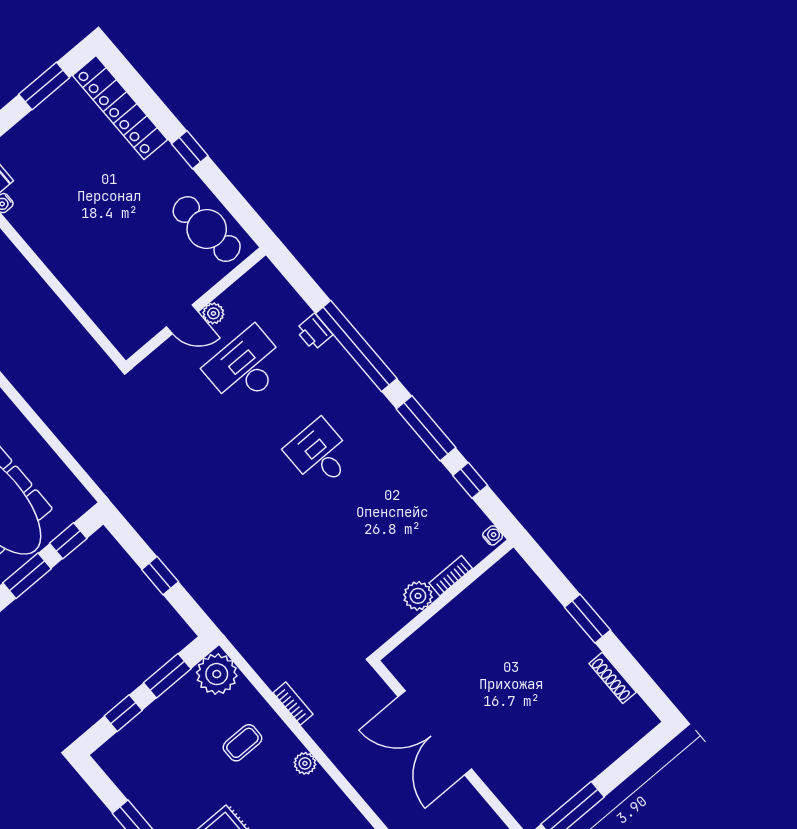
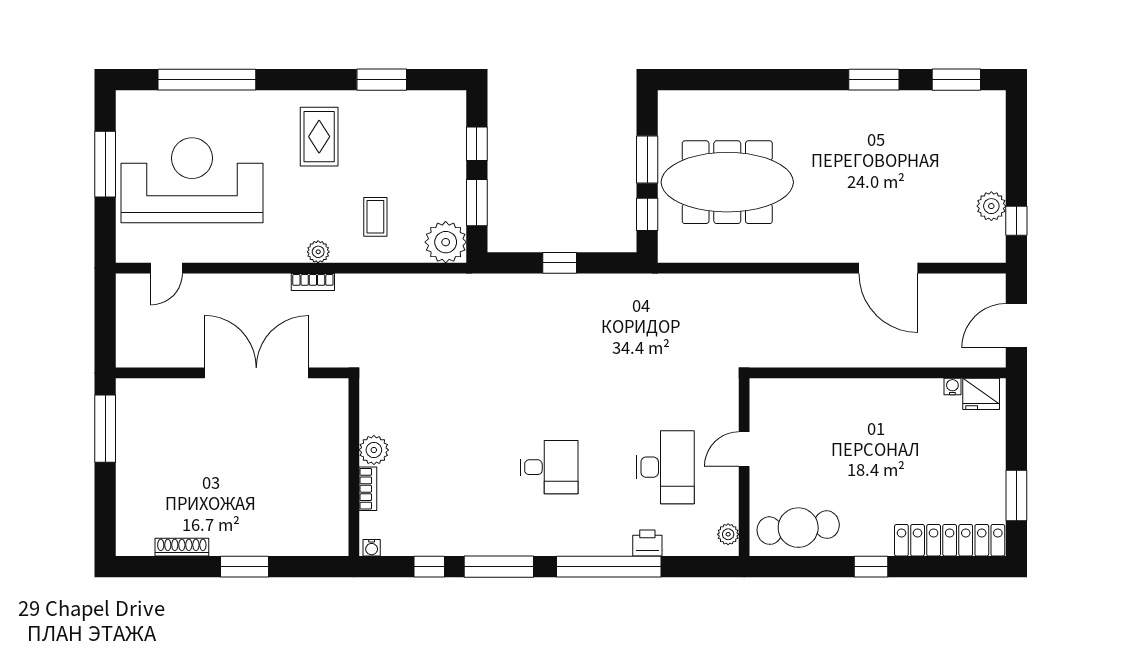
plant: (213, 313) -> (728, 534), moved
bookcase: (293, 703) -> (313, 282), moved

